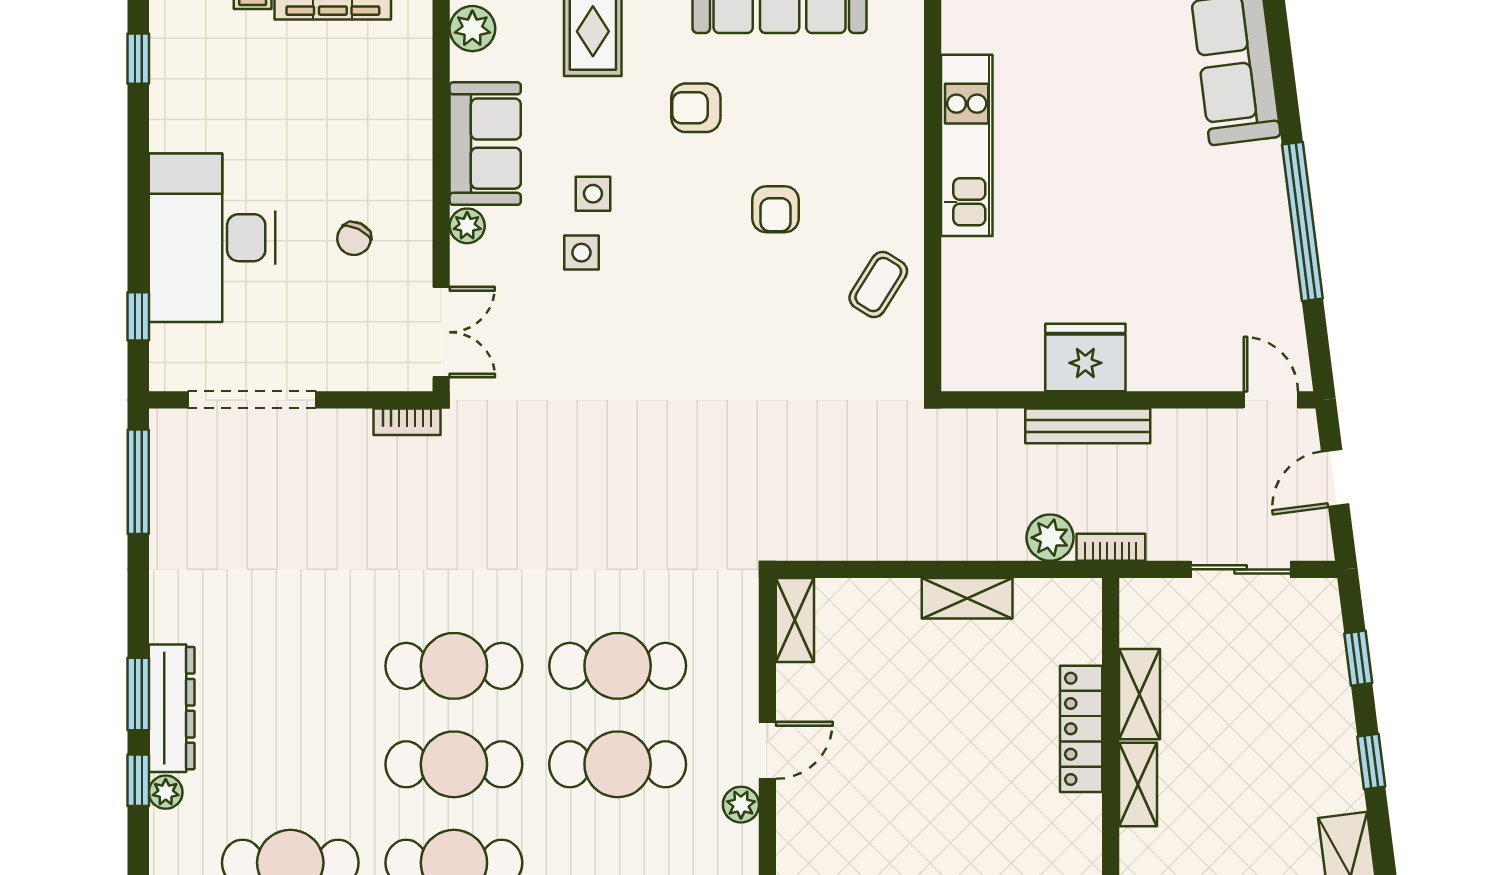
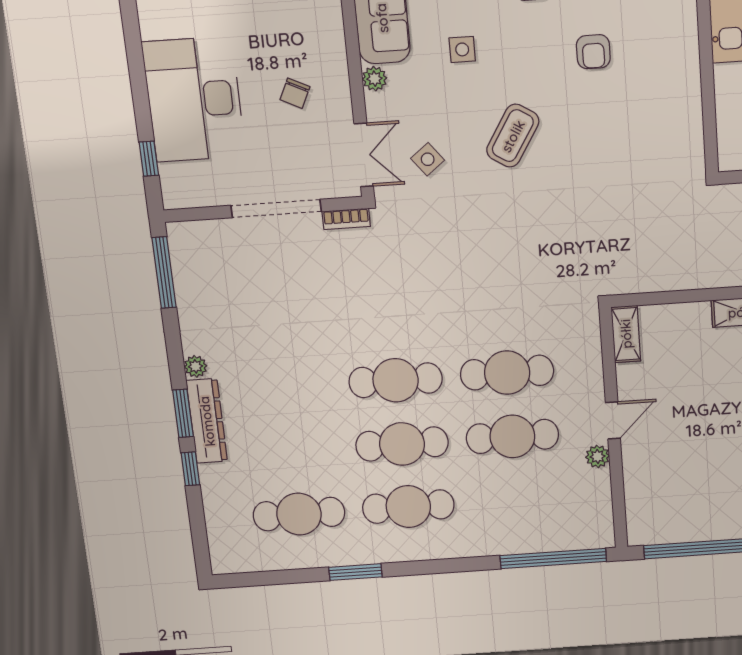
side table: (581, 253) -> (428, 159), moved, turned -38
coffee table: (878, 284) -> (513, 136), moved, width x1.36, depth x1.30
doorway: (252, 400) -> (276, 209), moved
plant: (166, 792) -> (196, 366), moved

